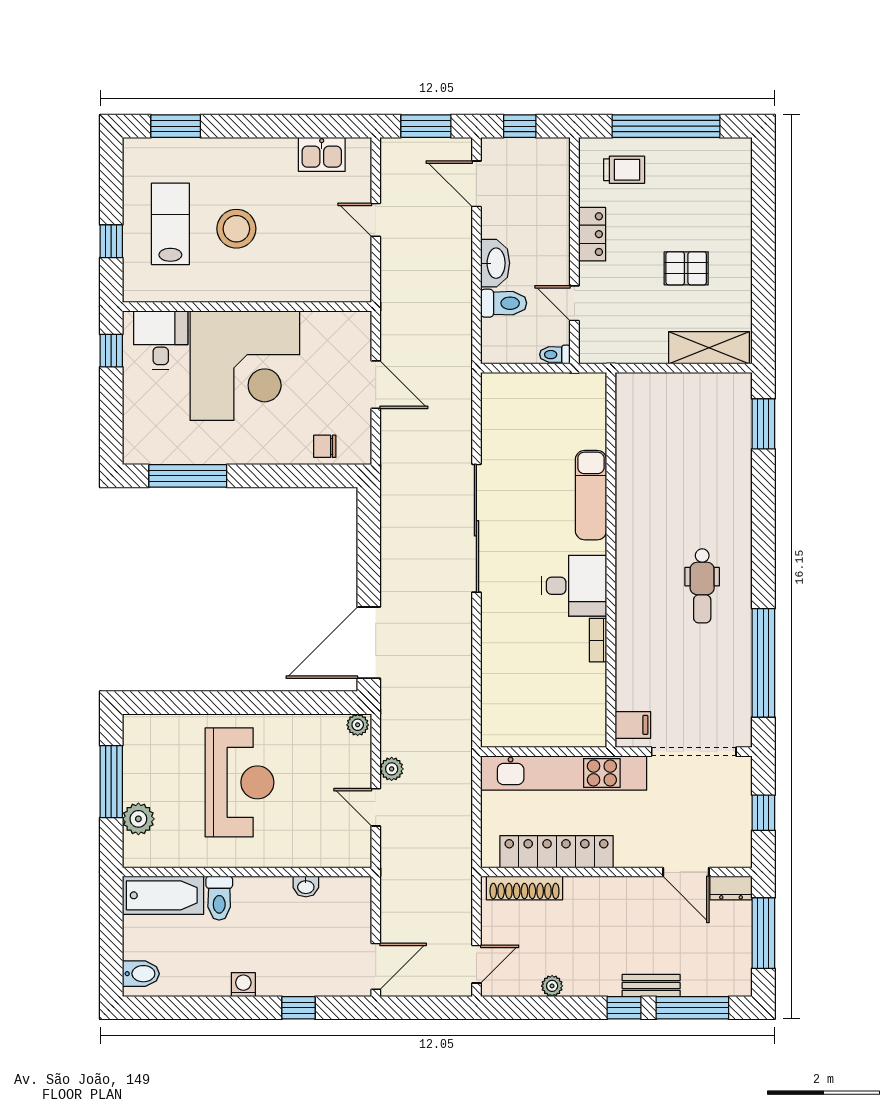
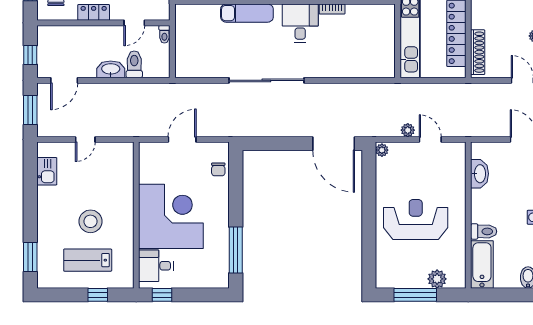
door: (376, 807) -> (430, 140), swing flipped
washbasin: (306, 886) -> (480, 174), width x1.91, depth x1.45

